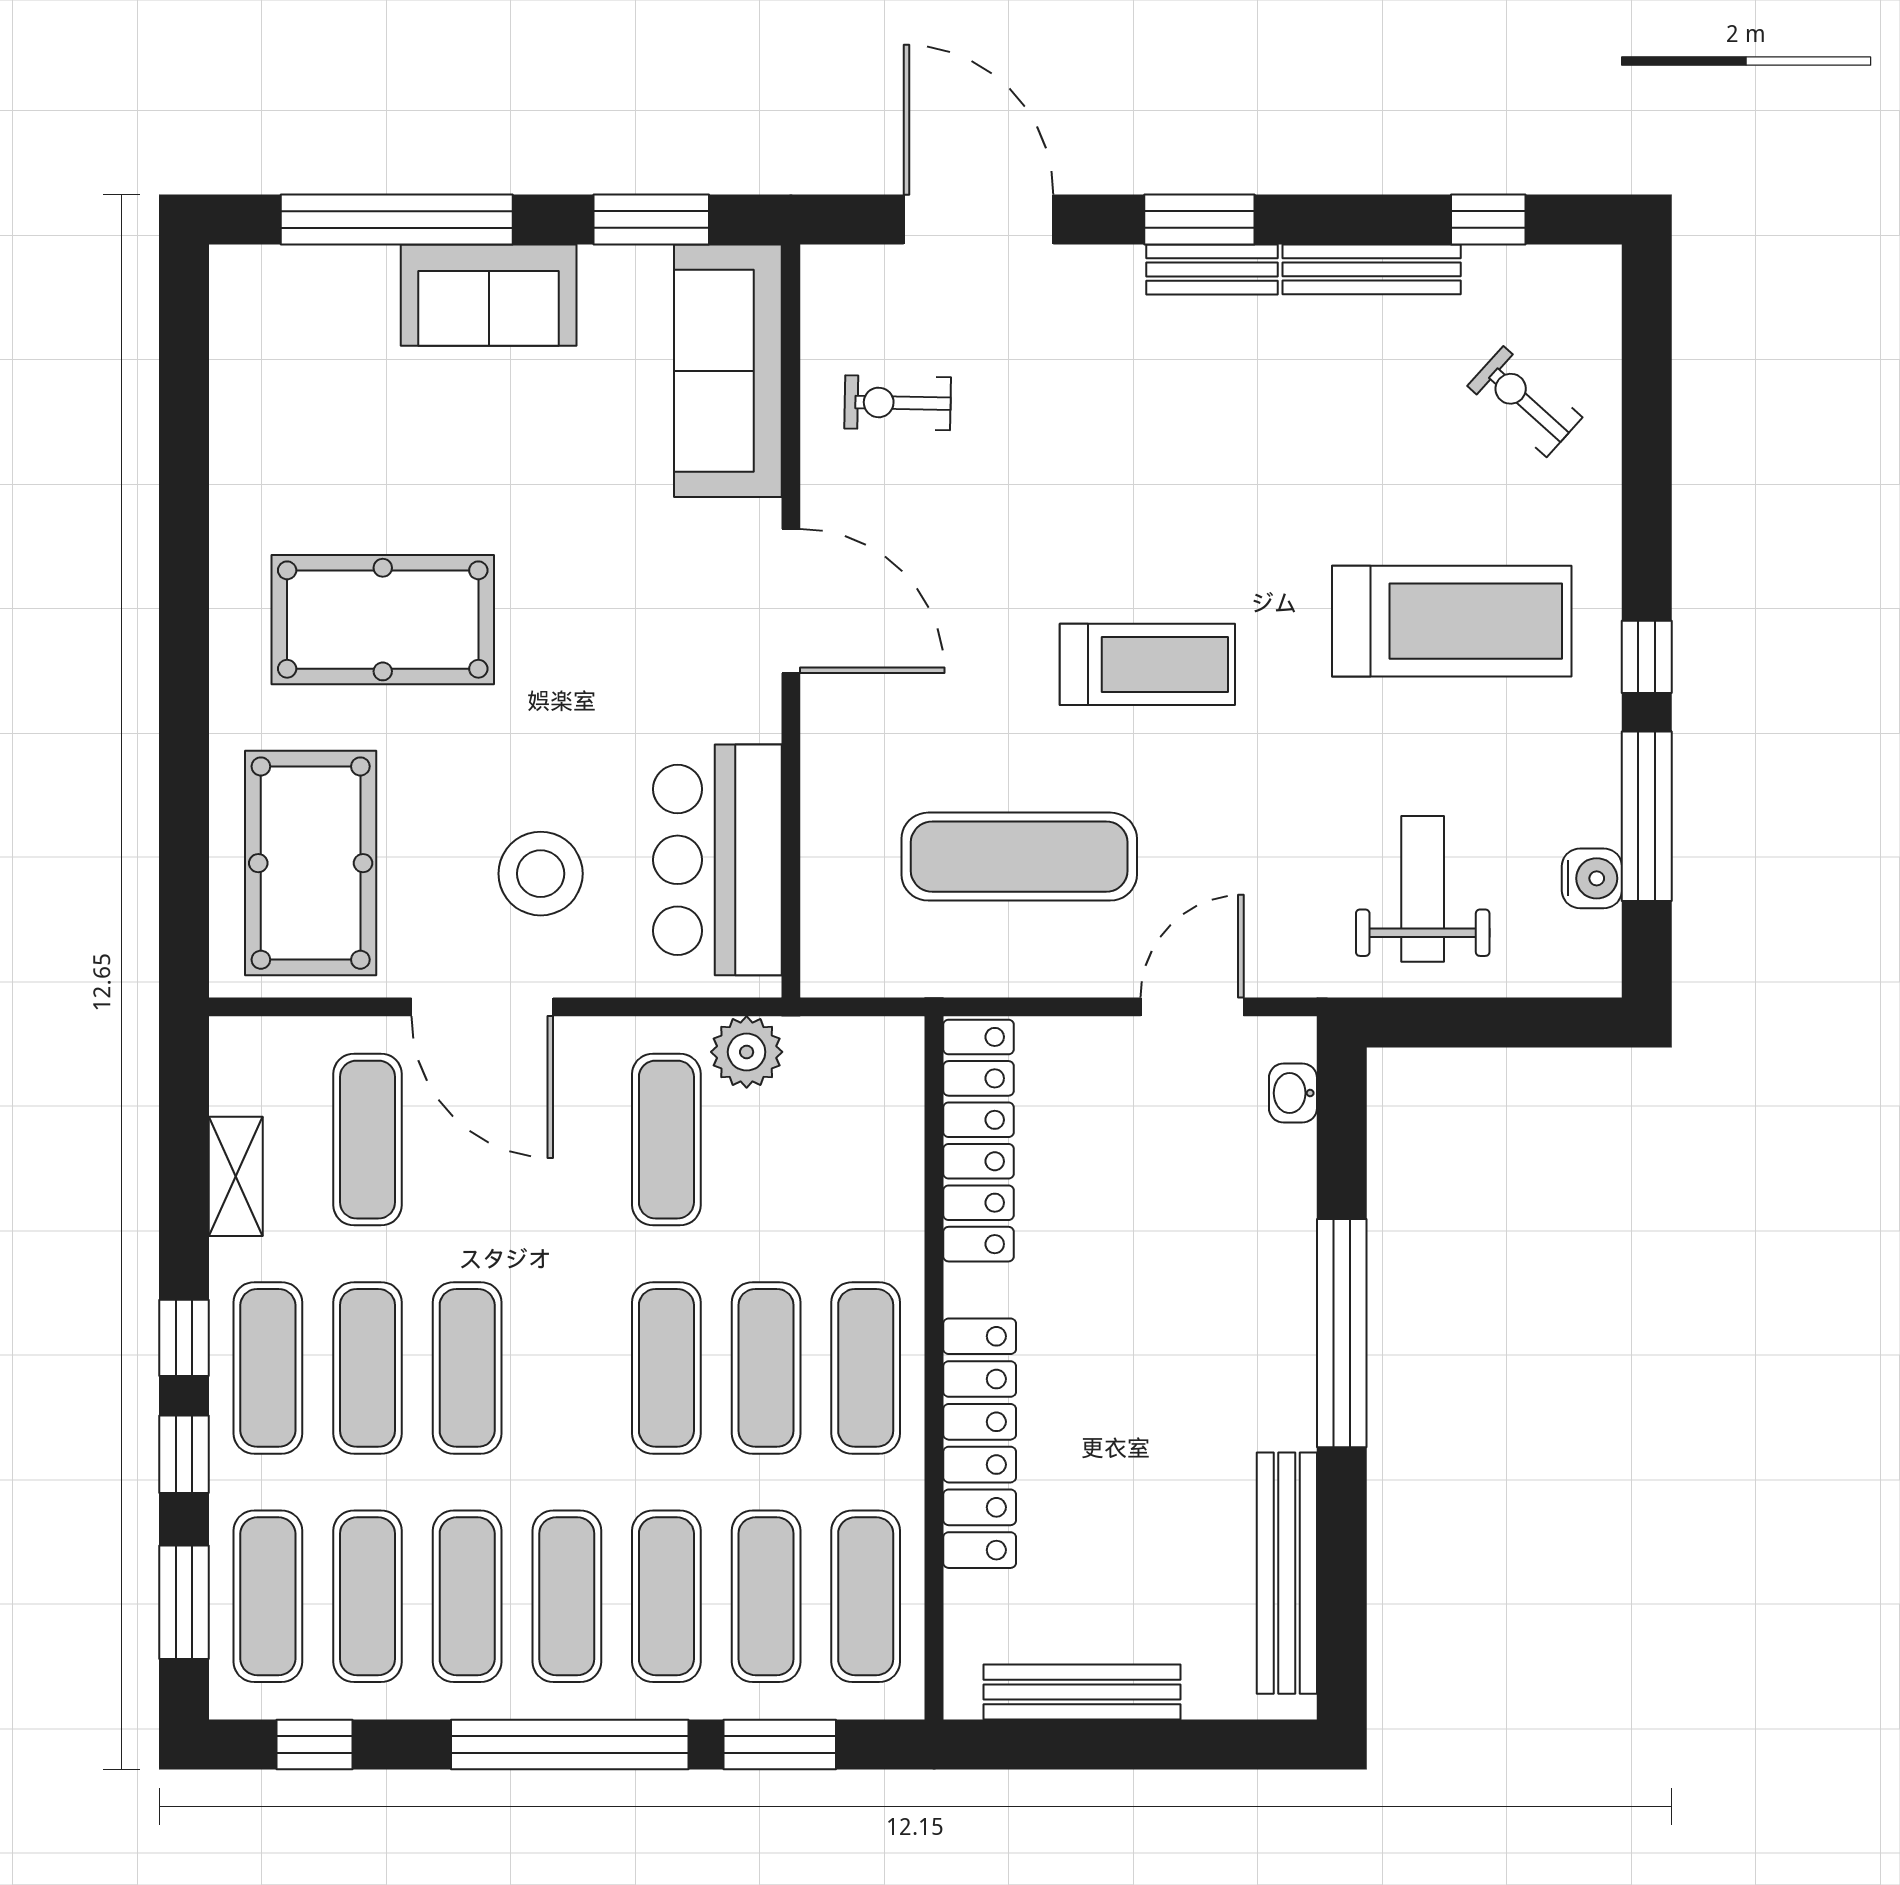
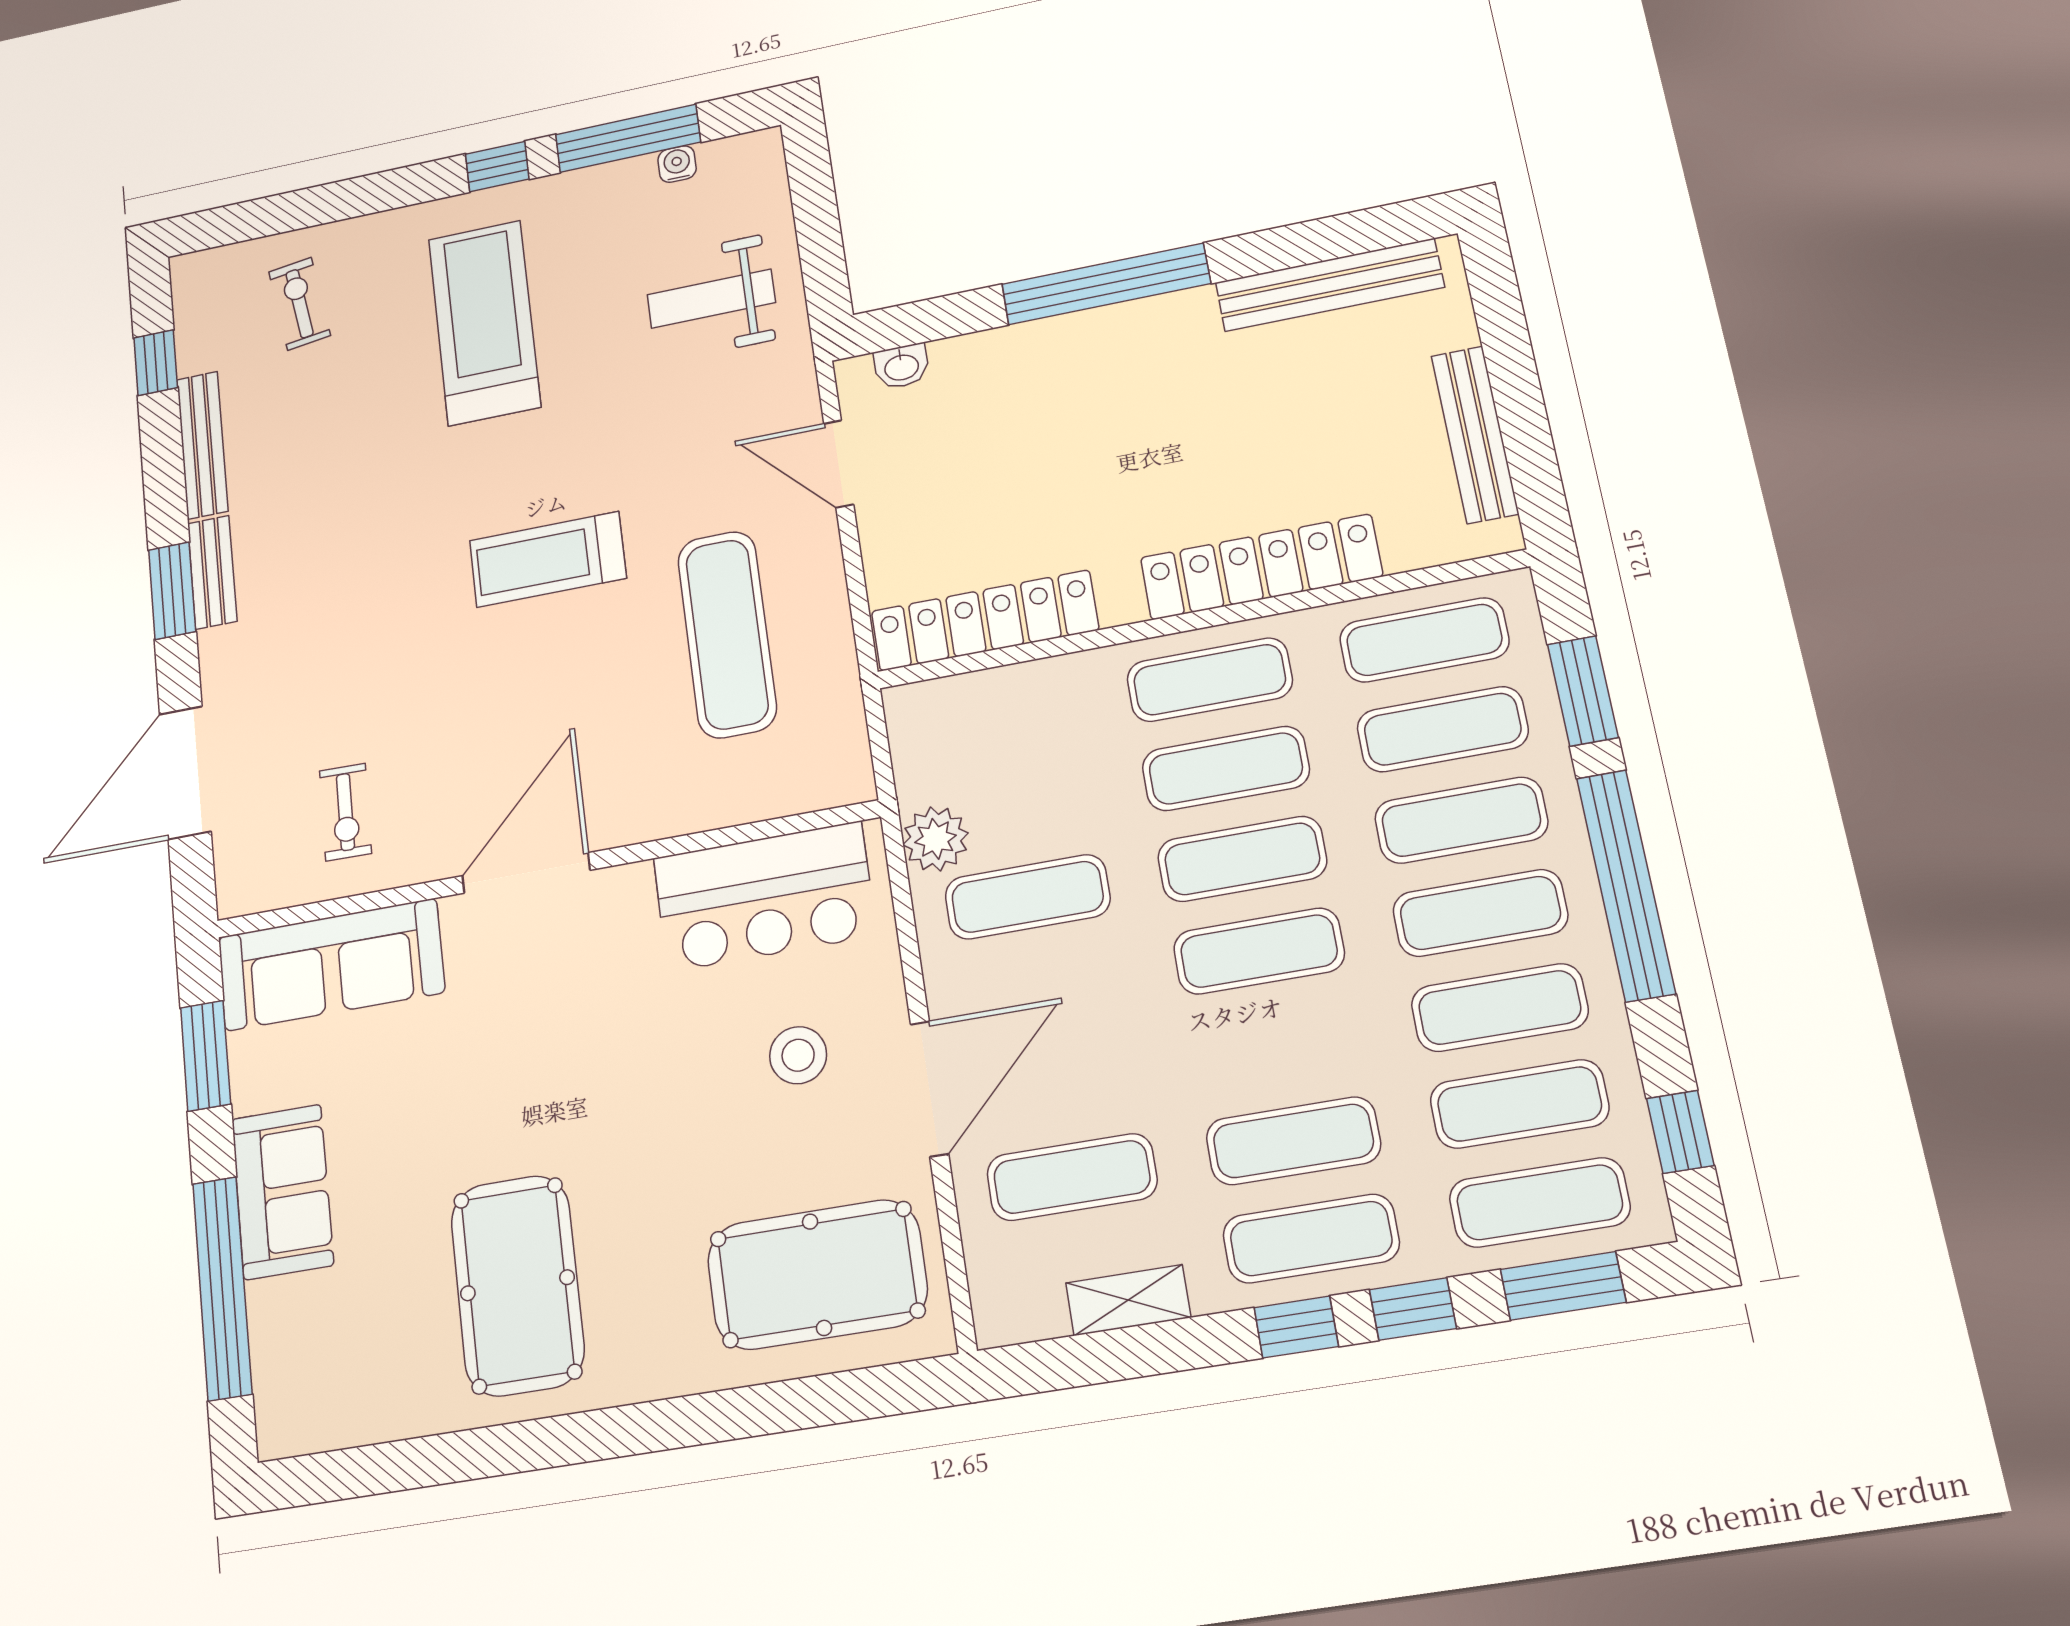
exercise bike: (1525, 402) -> (300, 304), turned 130
pool table: (383, 620) -> (517, 1285), moved
treadmill: (1147, 664) -> (548, 559), turned -90
stool: (541, 874) -> (798, 1055), width x0.73, depth x0.73
water cooler: (1592, 878) -> (677, 164), width x0.72, depth x0.72
exercise mat: (467, 1368) -> (1259, 951), moved

